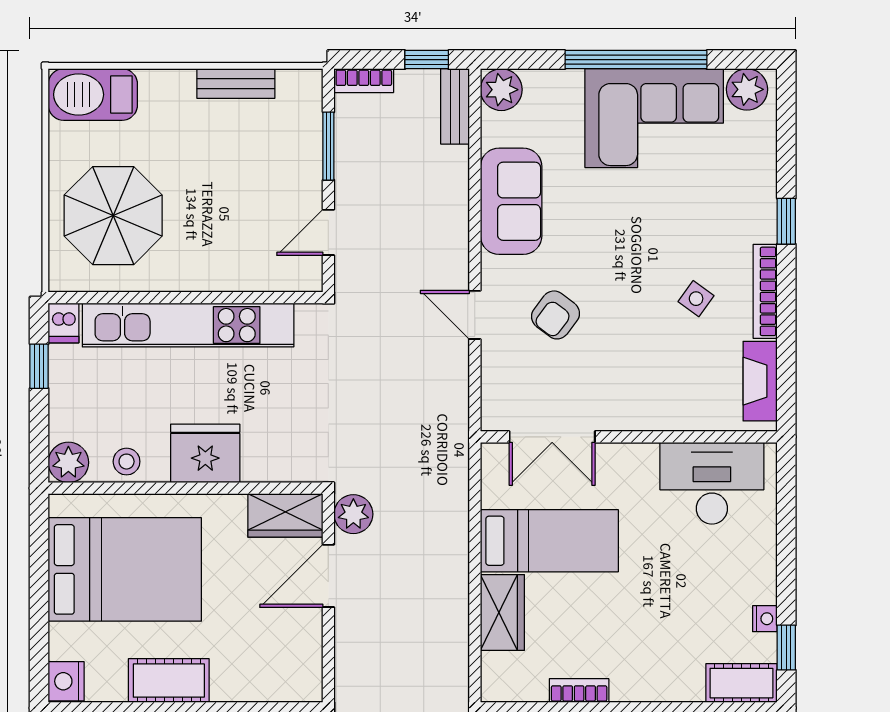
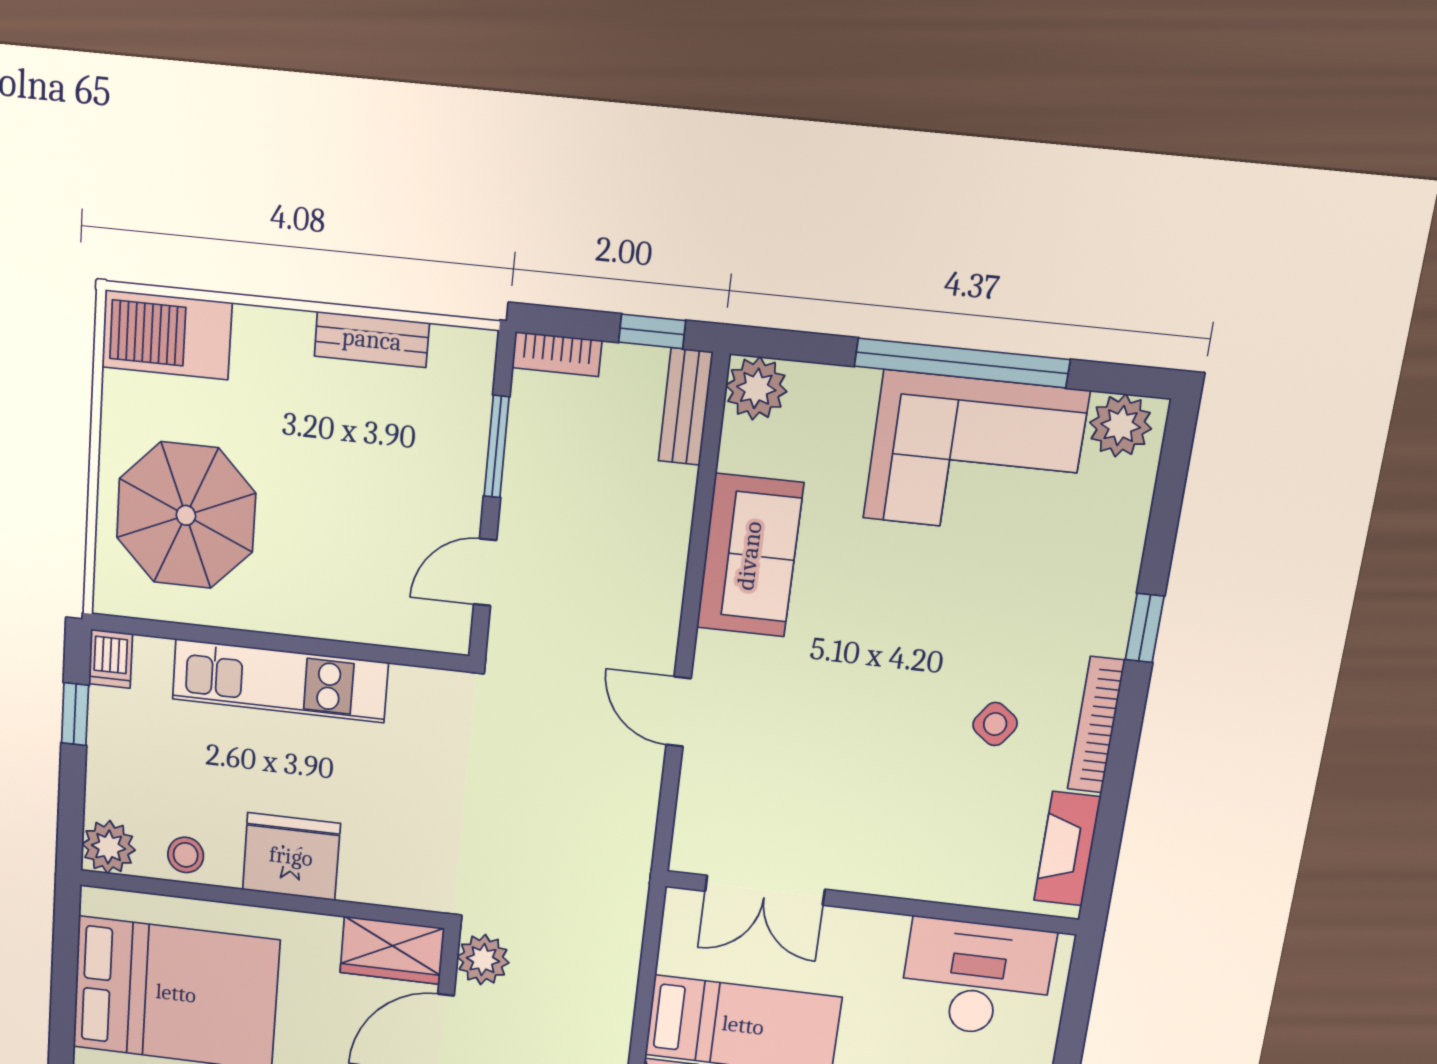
armchair: (555, 315) -> (792, 724), removed
kitchen unit: (188, 325) -> (280, 681), width x0.73

